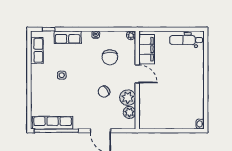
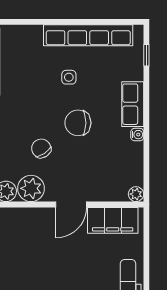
row of seats: (68, 37) -> (133, 104), moved
row of seats: (37, 50) -> (88, 35), width x2.02
chair: (110, 57) -> (78, 123), moved

